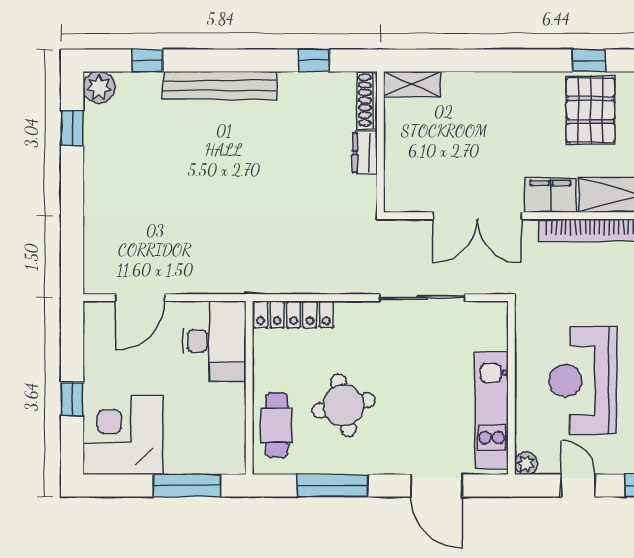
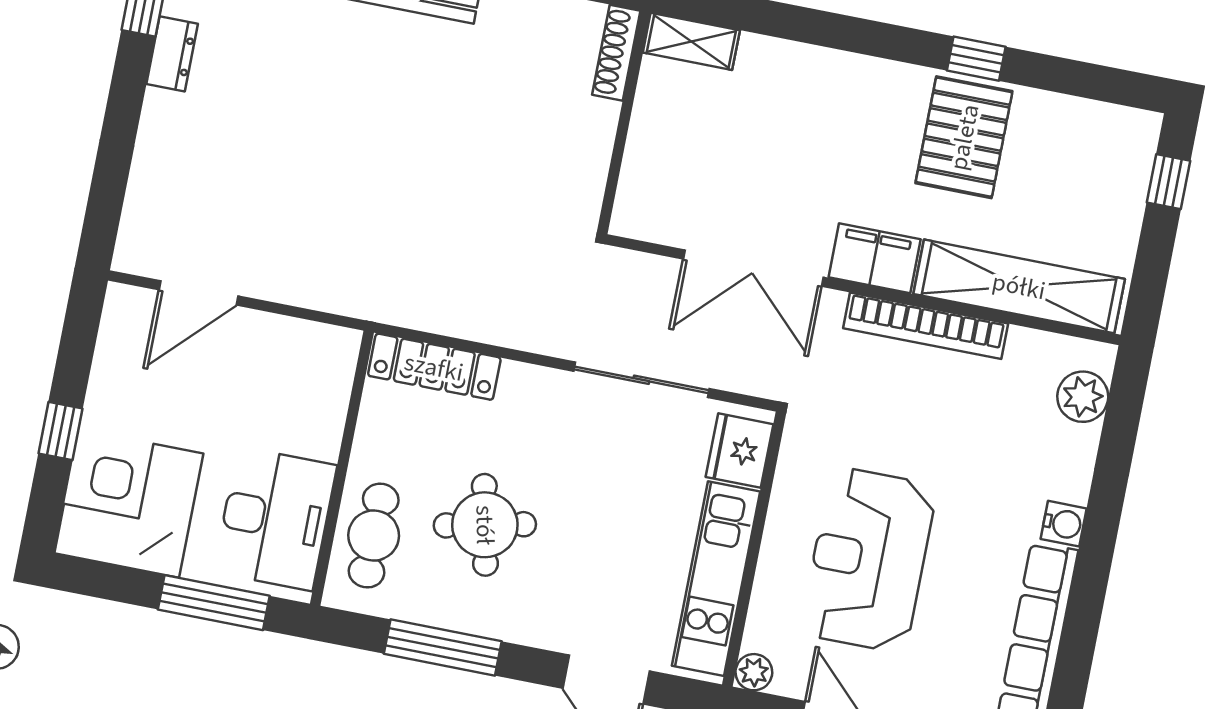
dresser: (365, 153) -> (172, 54), moved, turned 180
fridge: (491, 329) -> (740, 451), added
desk: (214, 341) -> (275, 519), moved

